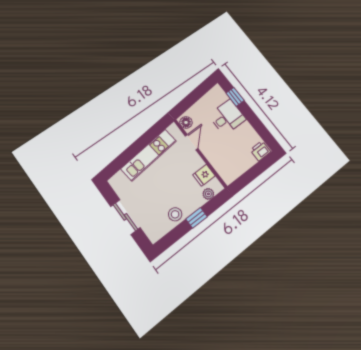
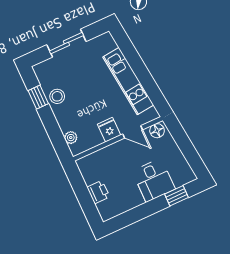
printer: (260, 151) -> (98, 192), moved
fridge: (204, 175) -> (109, 130), moved
window: (197, 218) -> (38, 97), moved

